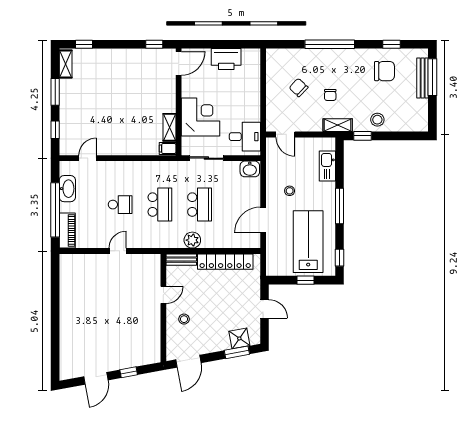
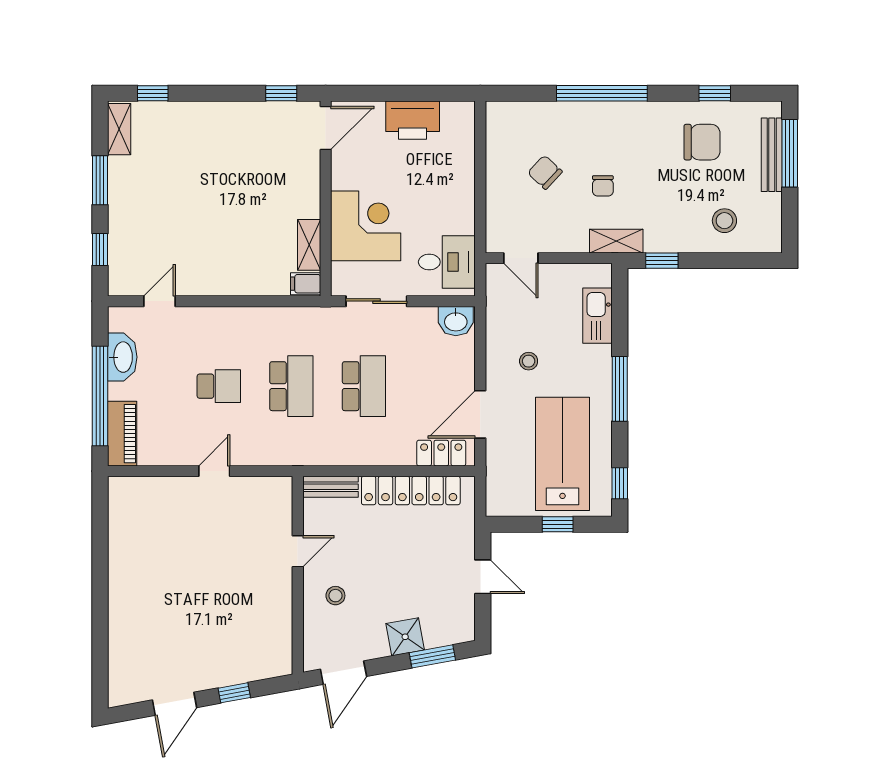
stool: (377, 120) -> (724, 221), moved
plant: (192, 240) -> (351, 451), removed
locker: (242, 241) -> (441, 453), added
shower: (239, 338) -> (405, 637), moved

